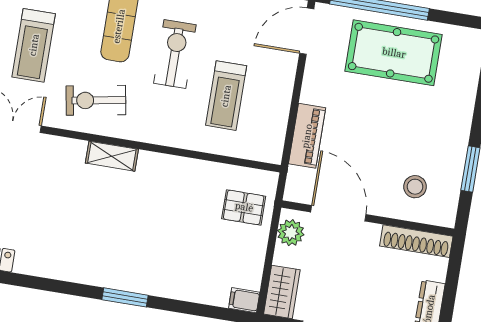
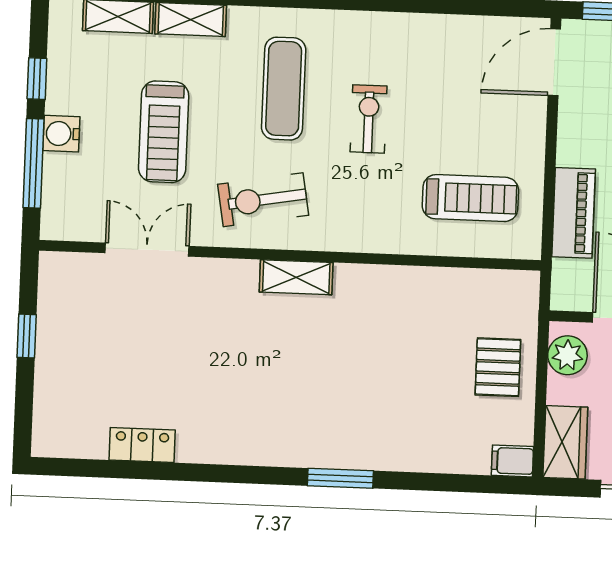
exercise bike: (175, 54) -> (369, 119), width x0.73, depth x0.72
treadmill: (226, 96) -> (470, 198), moved, turned -90
pallet: (244, 207) -> (498, 367), moved, turned 90

